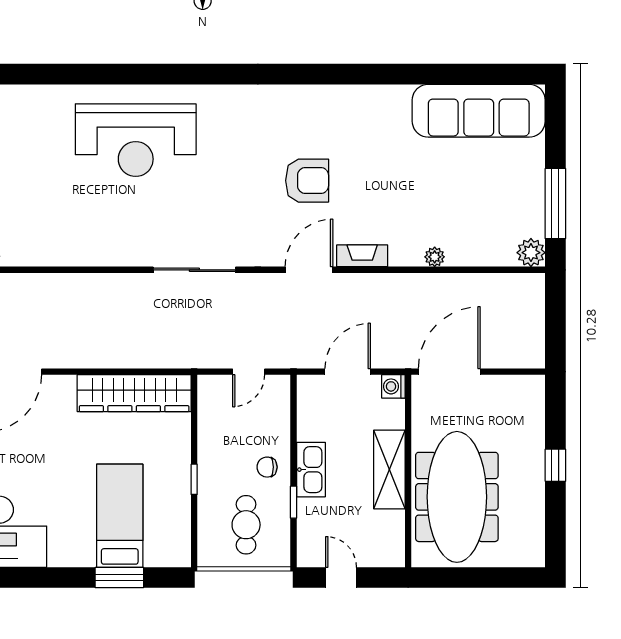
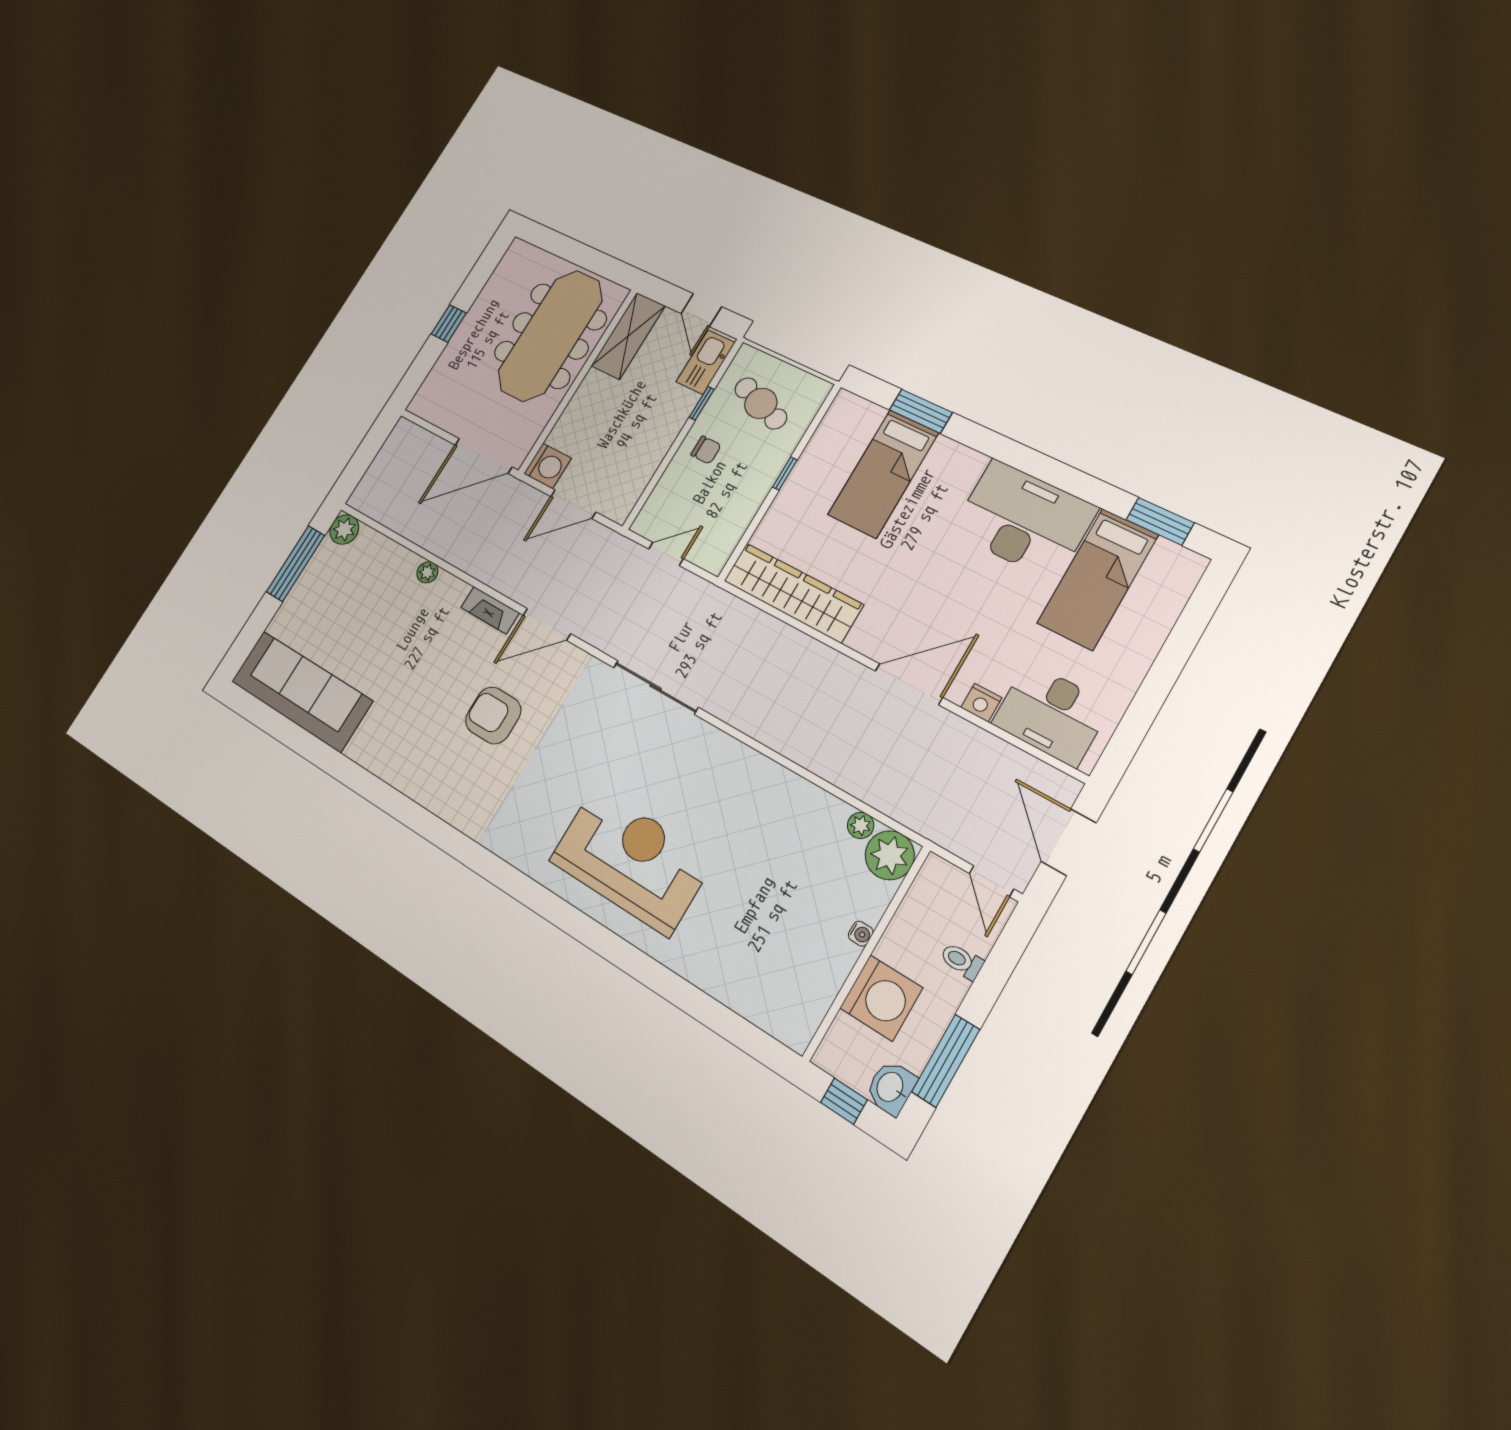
washing machine: (393, 386) -> (548, 466), width x1.38, depth x1.38
kitchen sink: (311, 470) -> (706, 362), moved
shelving: (389, 470) -> (628, 336), moved
cafe table: (246, 525) -> (761, 403), turned -71

